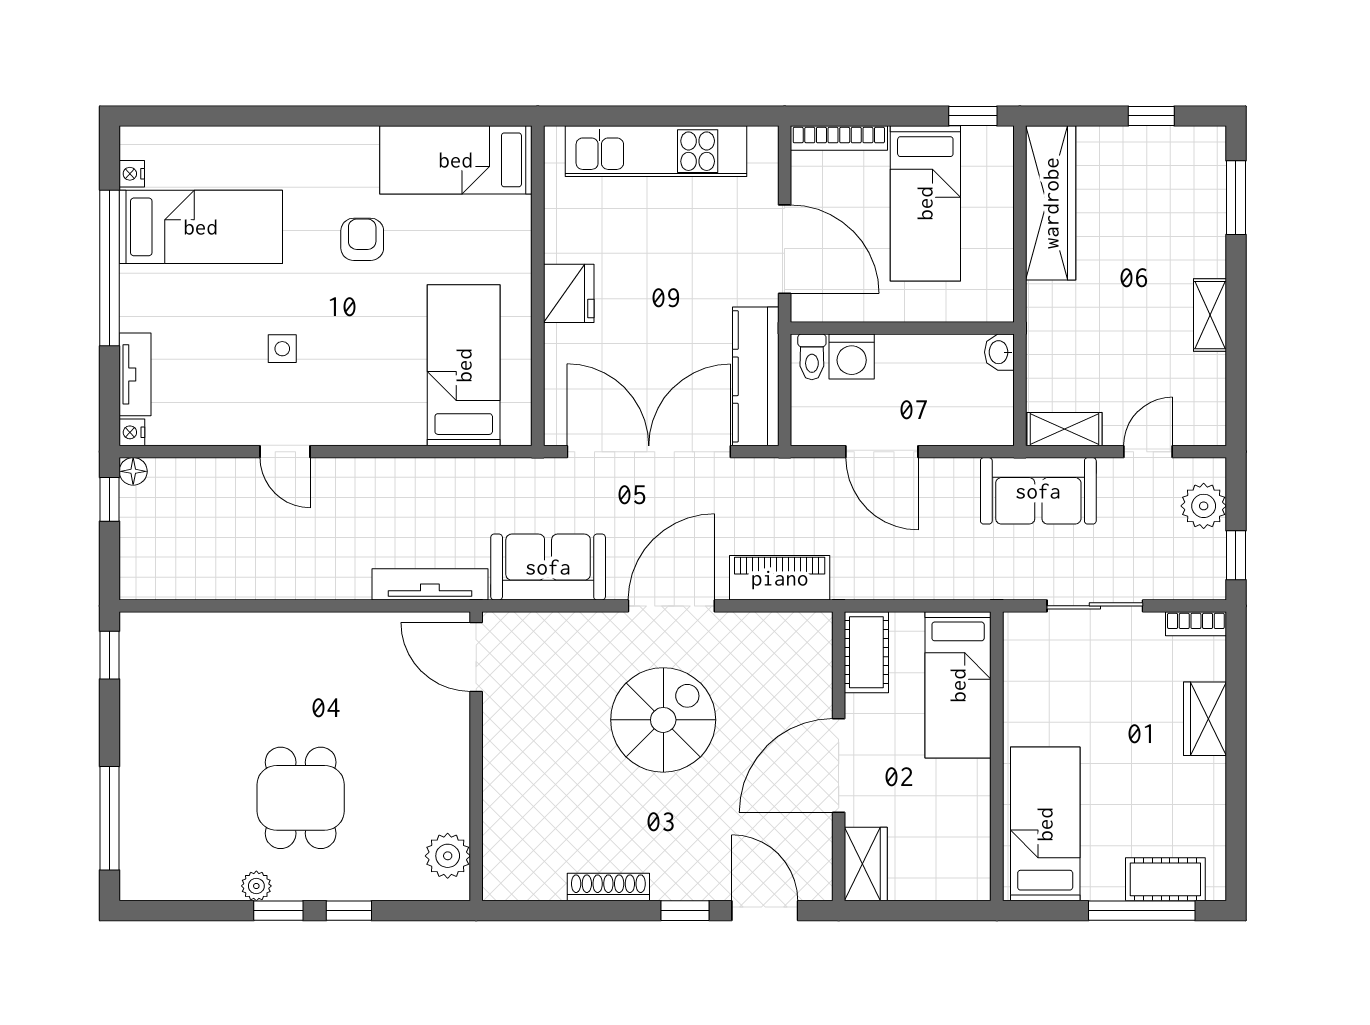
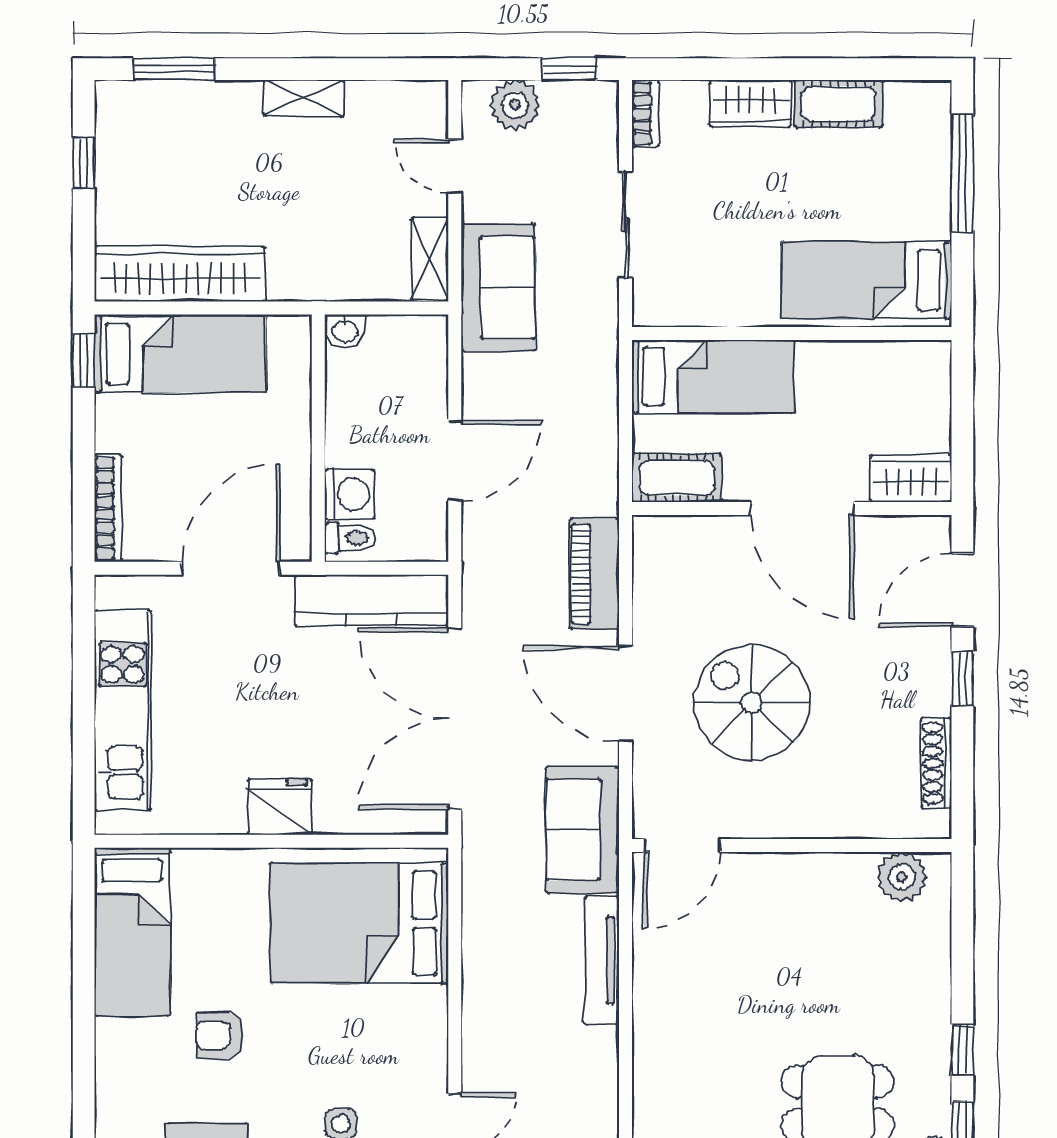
bed: (925, 203) -> (180, 354), moved
bed: (464, 365) -> (359, 923), width x1.50
door: (476, 657) -> (682, 845), moved
wall: (476, 756) -> (792, 845), moved
plant: (448, 856) -> (902, 877), moved
cot: (1165, 879) -> (838, 104), moved, turned 90

